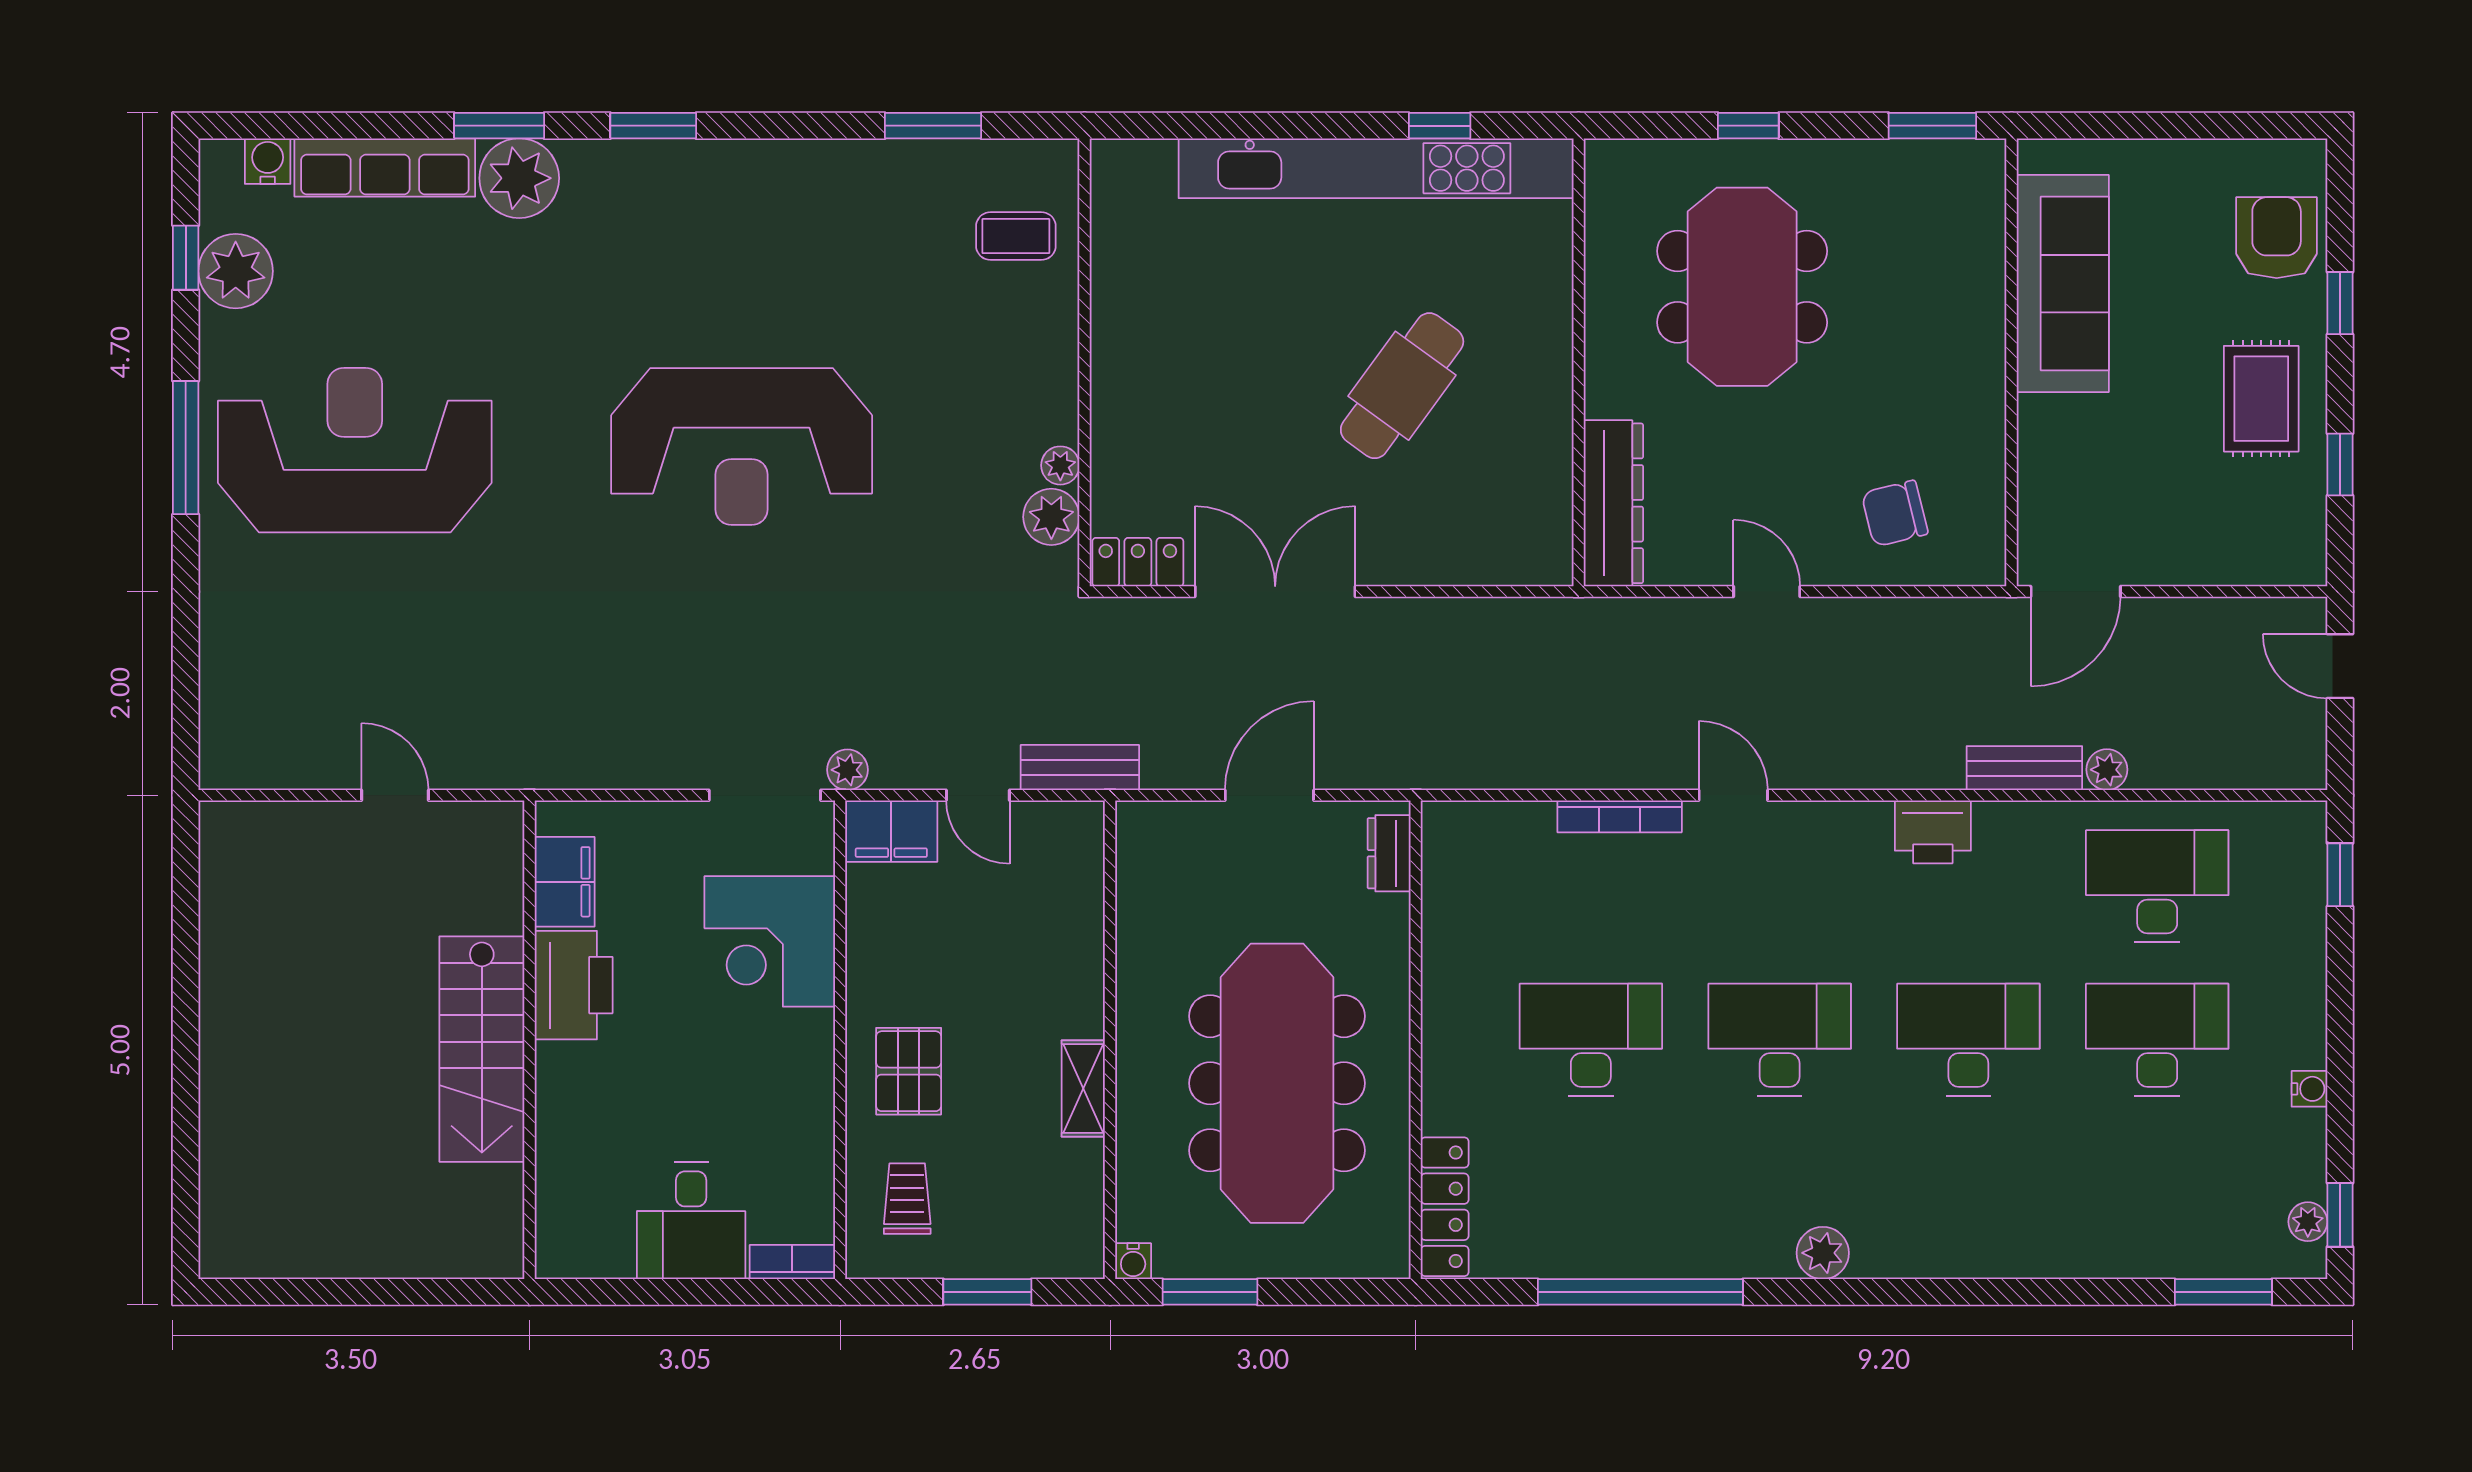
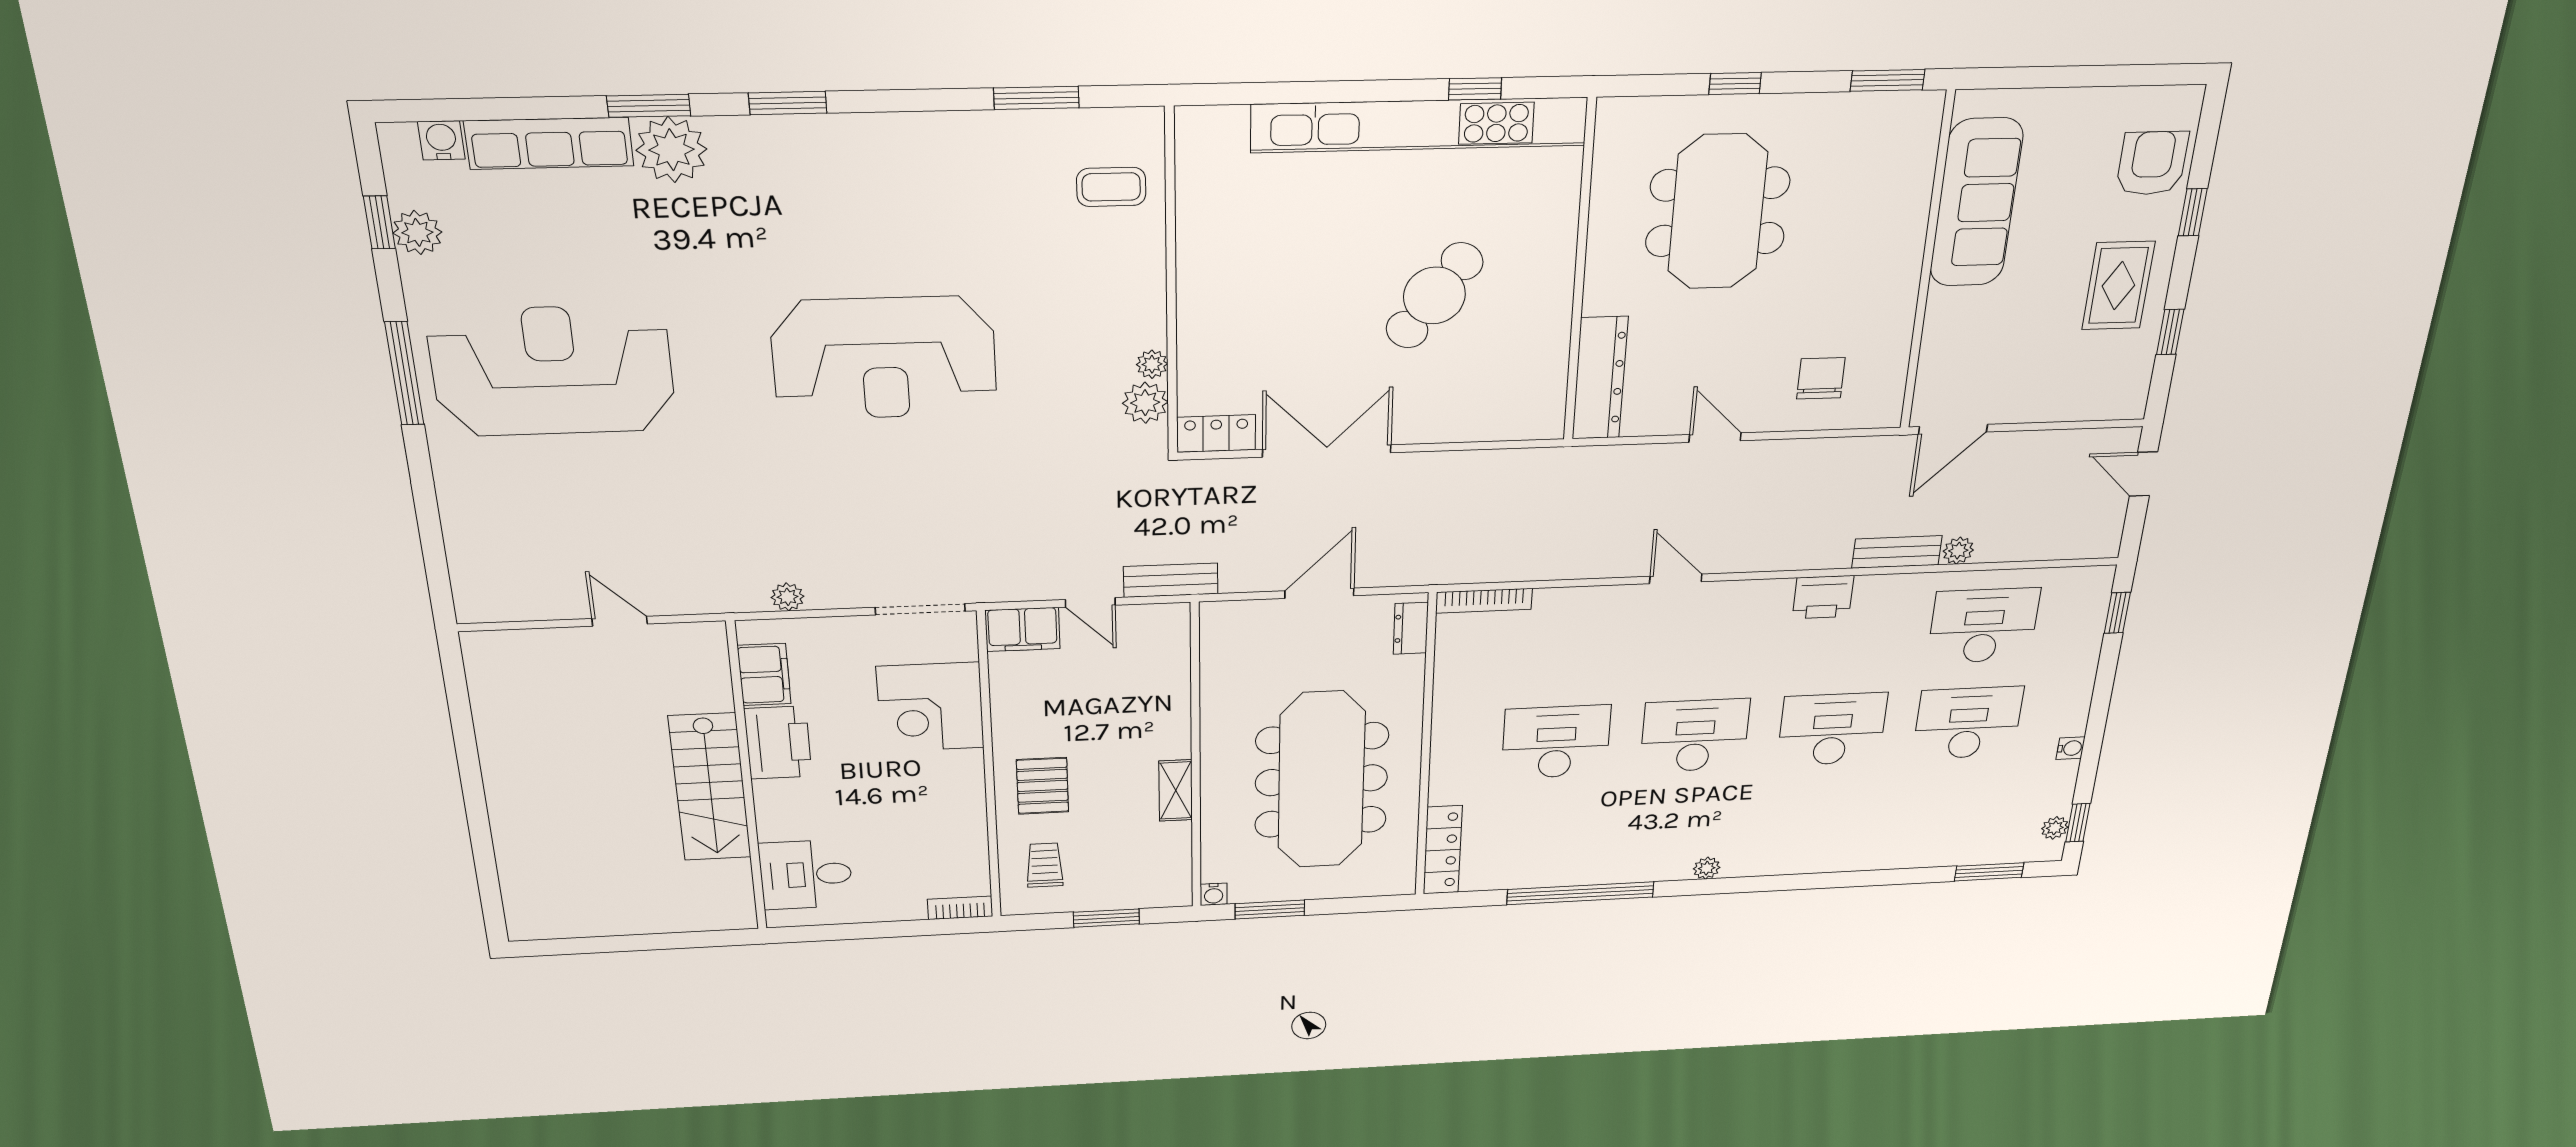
plant: (236, 271) -> (417, 232), width x0.73, depth x0.73
chair: (1895, 513) -> (1821, 378), turned 104
plant: (847, 770) -> (788, 597), moved
bookcase: (1620, 816) -> (1484, 601), moved
desk: (691, 1221) -> (806, 875), moved, turned 90
plant: (1823, 1253) -> (1707, 868), width x0.73, depth x0.73

